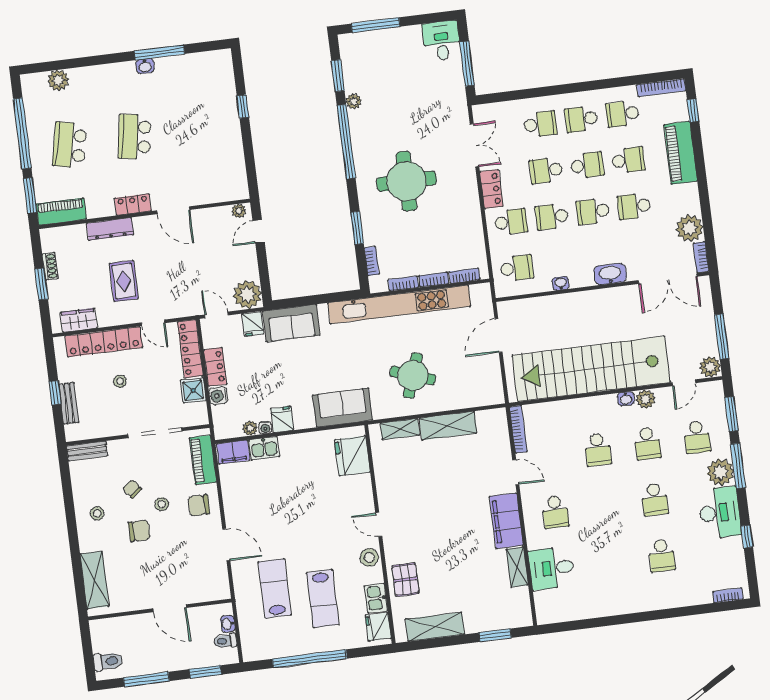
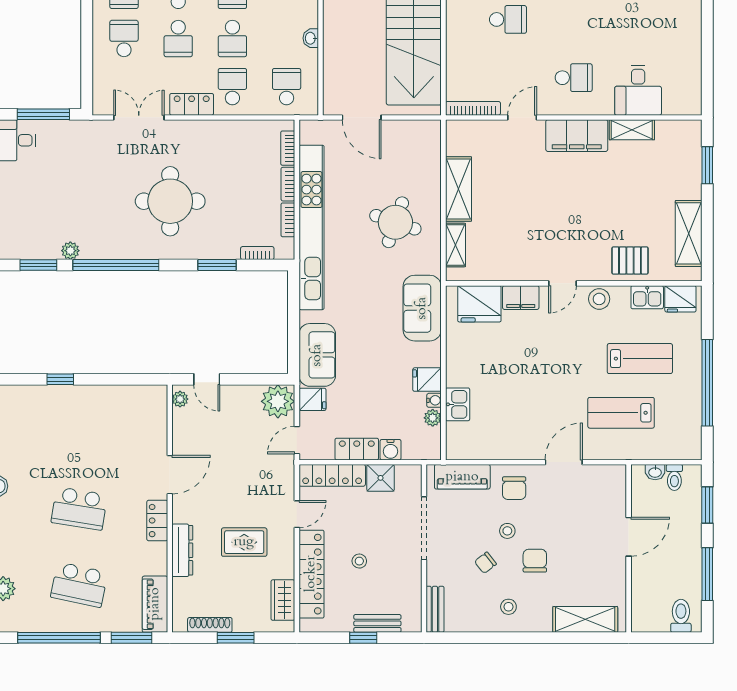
shoe rack: (50, 266) -> (210, 625), width x1.43
filing cabinet: (233, 452) -> (521, 298), moved, turned 90

